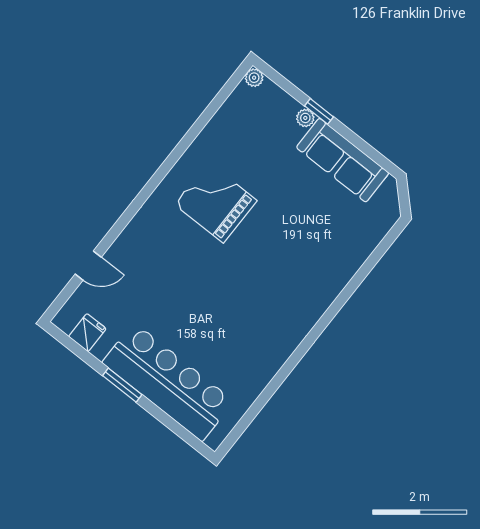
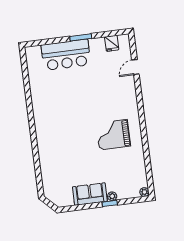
sofa: (343, 160) -> (90, 194), width x0.73
grand piano: (216, 202) -> (113, 135), turned 180
bar counter: (168, 382) -> (66, 55), width x0.73

